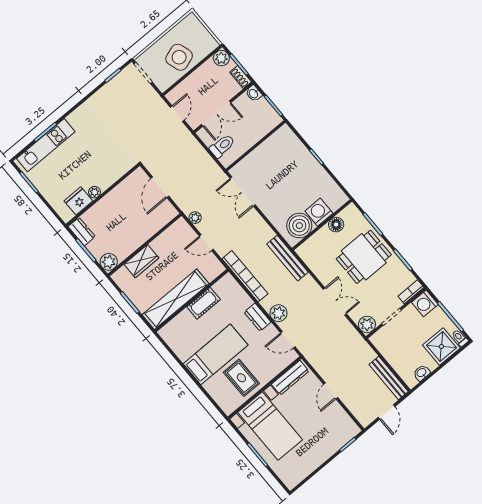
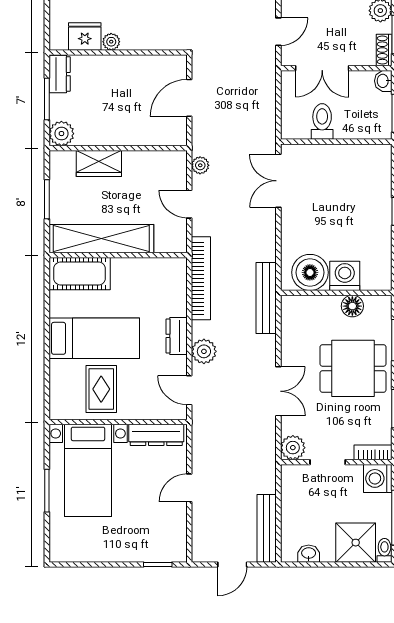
toilet: (222, 146) -> (322, 121), moved, turned -90
cot: (204, 303) -> (80, 274), moved, width x1.37, depth x1.34

